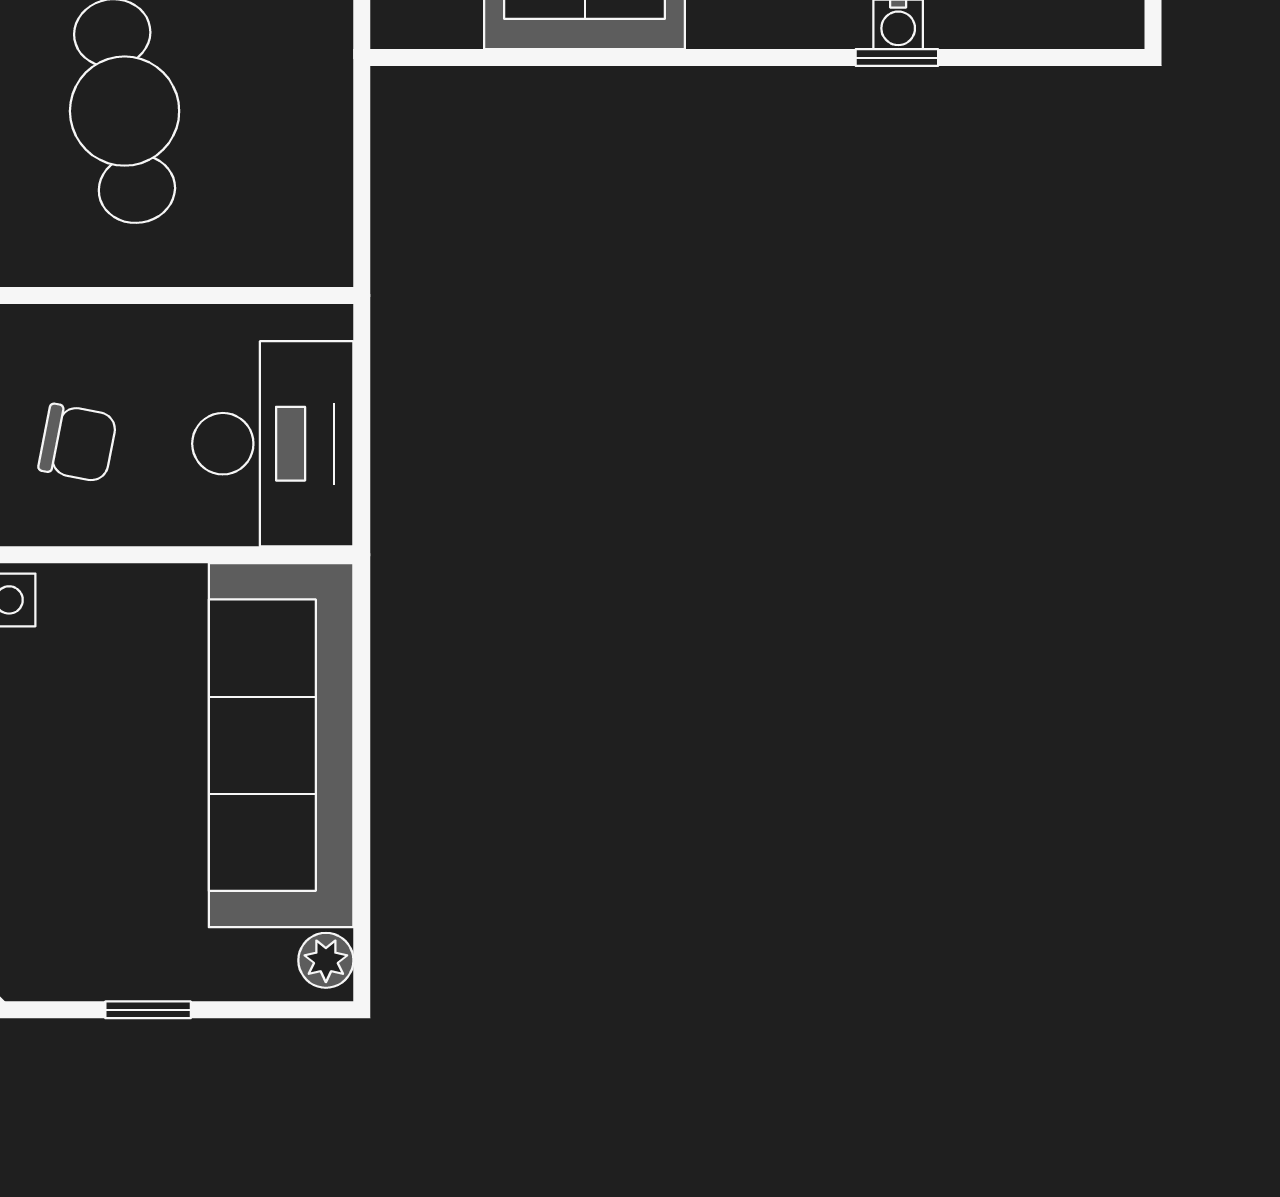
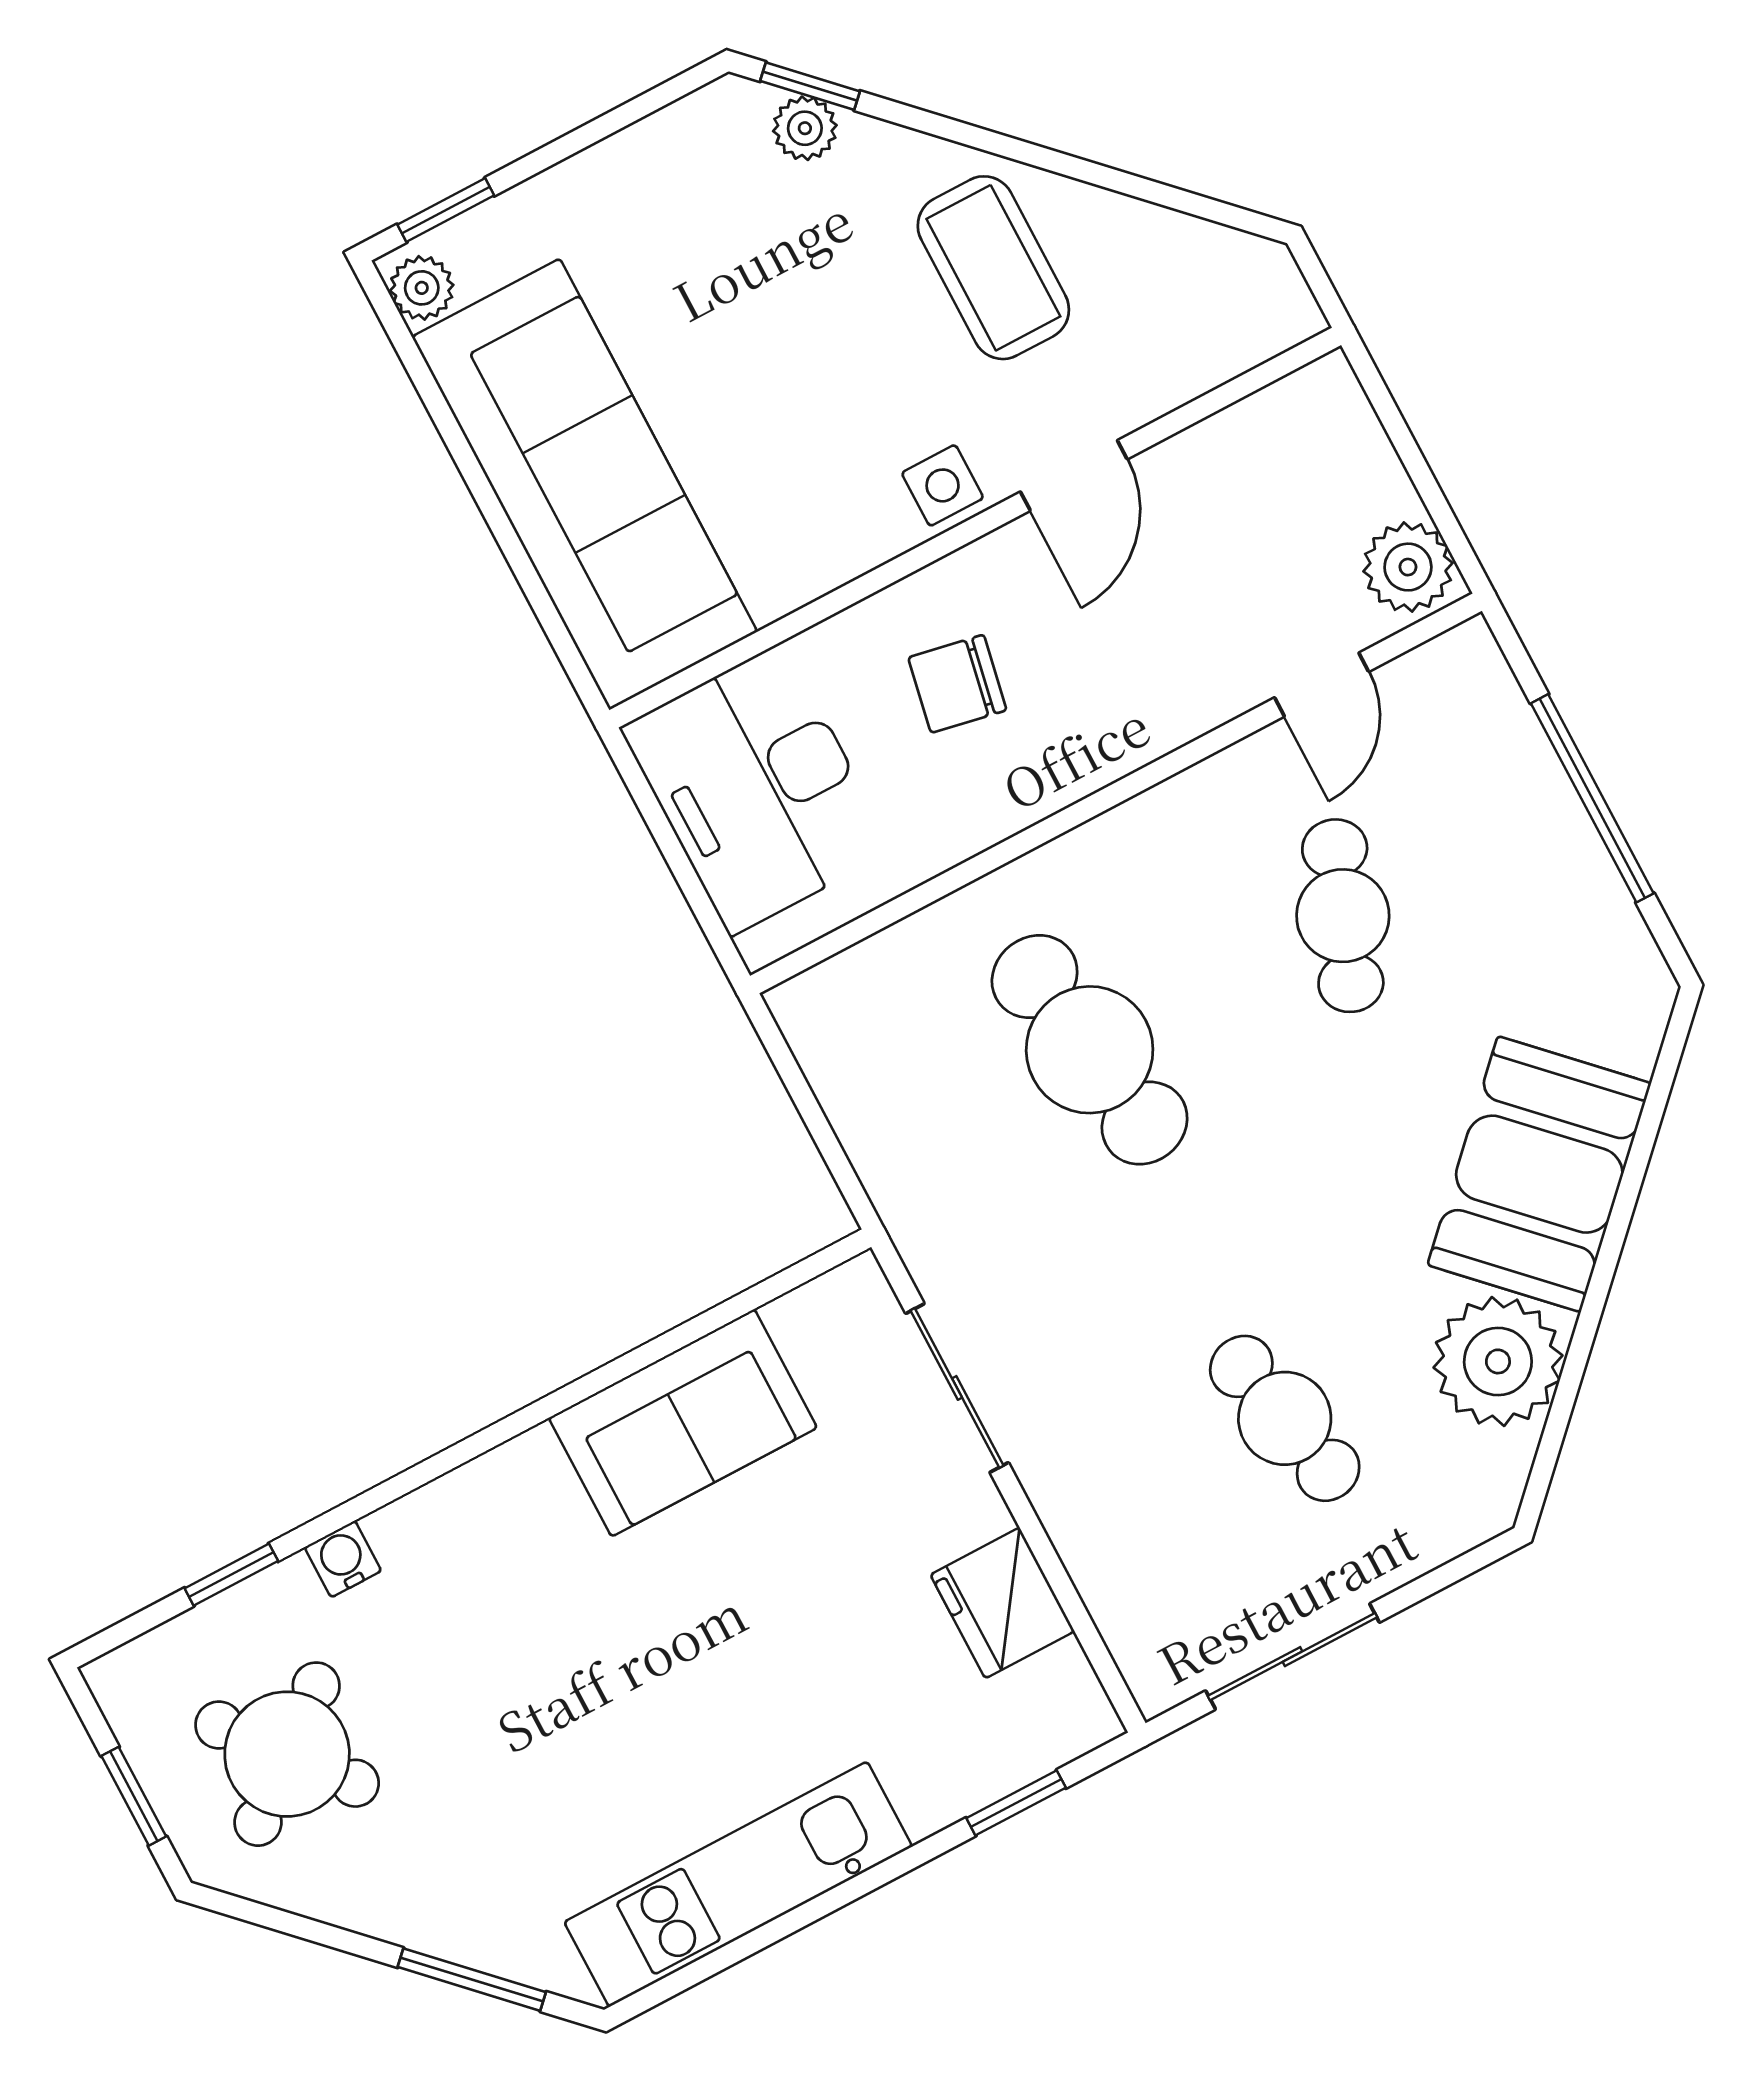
window: (897, 58) -> (231, 1575), moved
window: (148, 1010) -> (446, 210), moved

